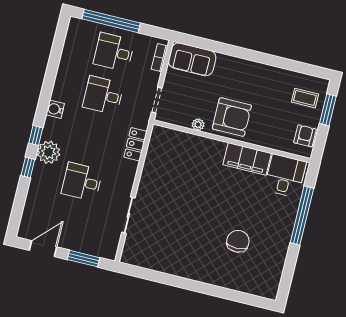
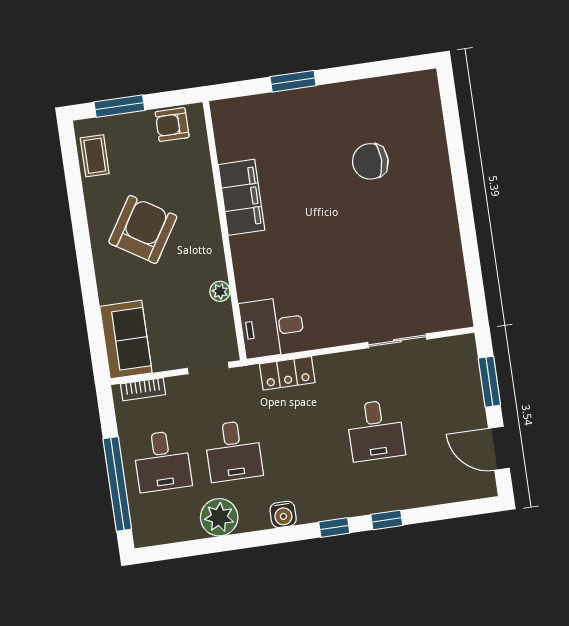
coffee table: (305, 98) -> (95, 156), moved
armchair: (232, 117) -> (143, 229), moved, turned 32
plant: (49, 152) -> (219, 517), moved
desk: (285, 176) -> (272, 327), moved
window: (302, 215) -> (293, 81), width x0.47

